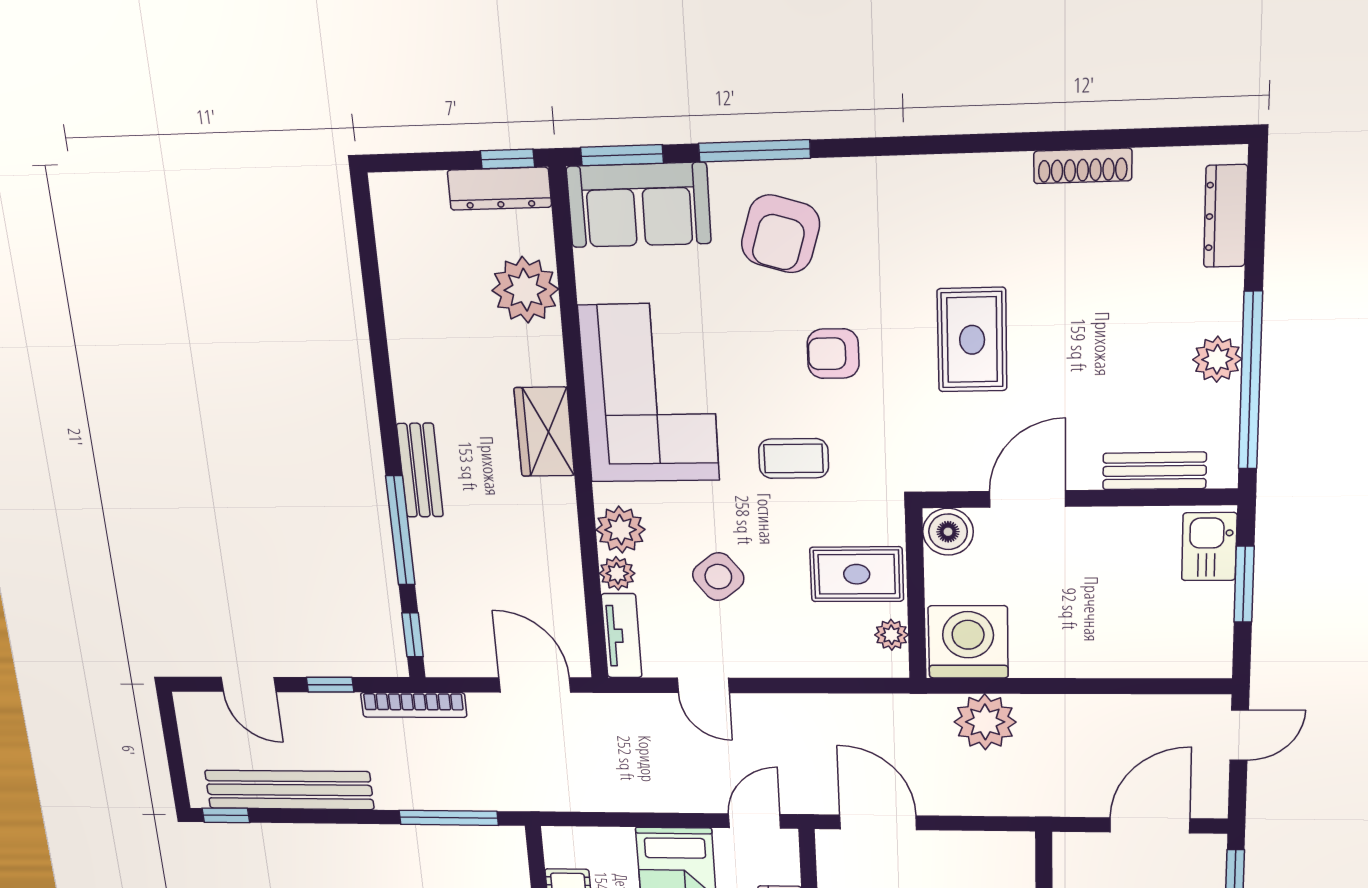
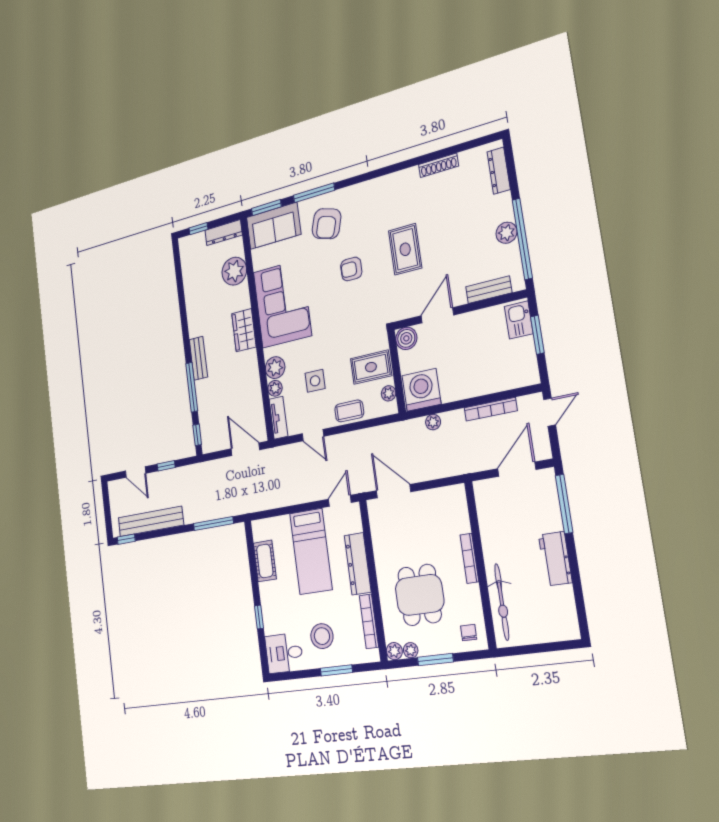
window: (507, 159) -> (198, 229), moved
coffee table: (794, 458) -> (349, 411), moved
side table: (718, 577) -> (315, 381), turned 38
bookcase: (414, 705) -> (491, 409), moved
plant: (985, 722) -> (433, 422), width x0.53, depth x0.53

